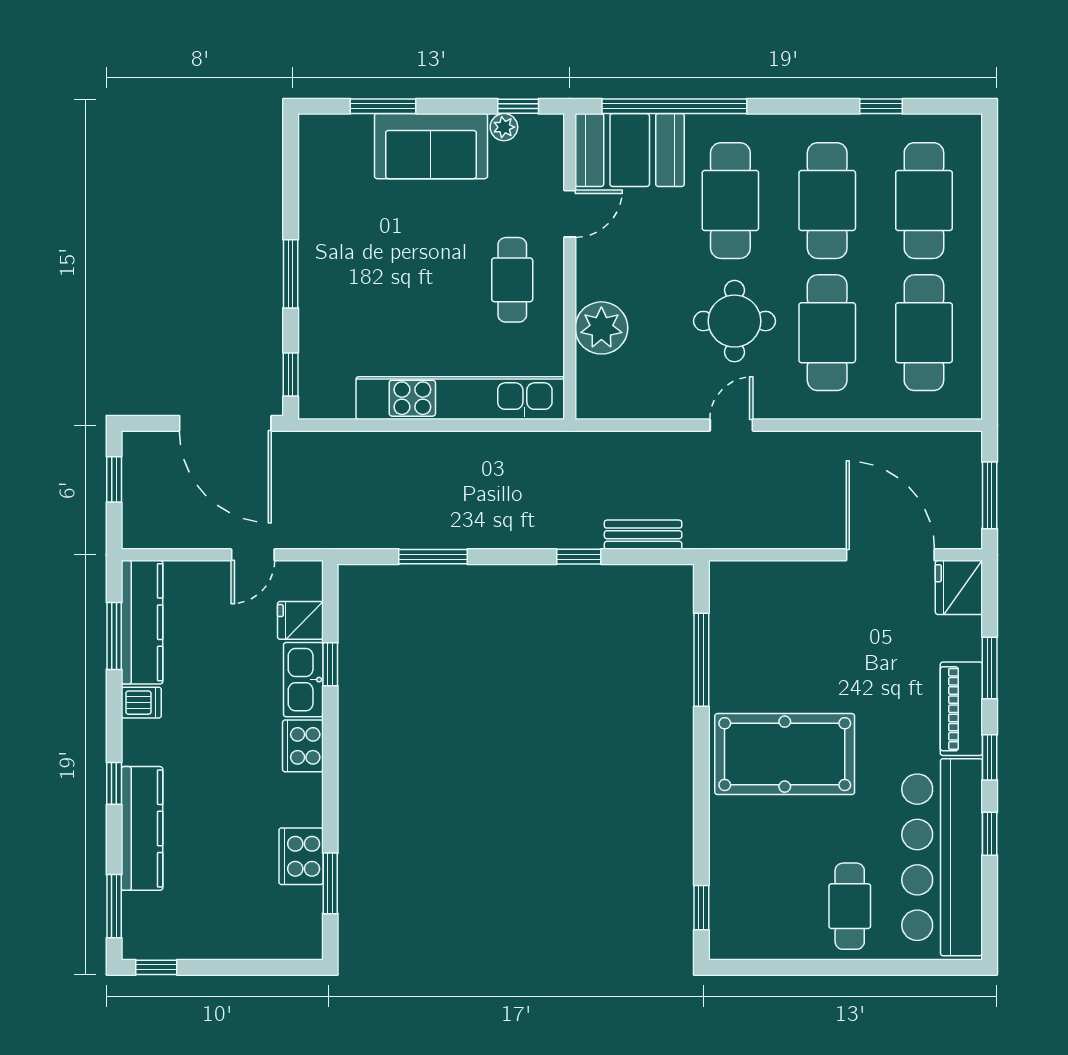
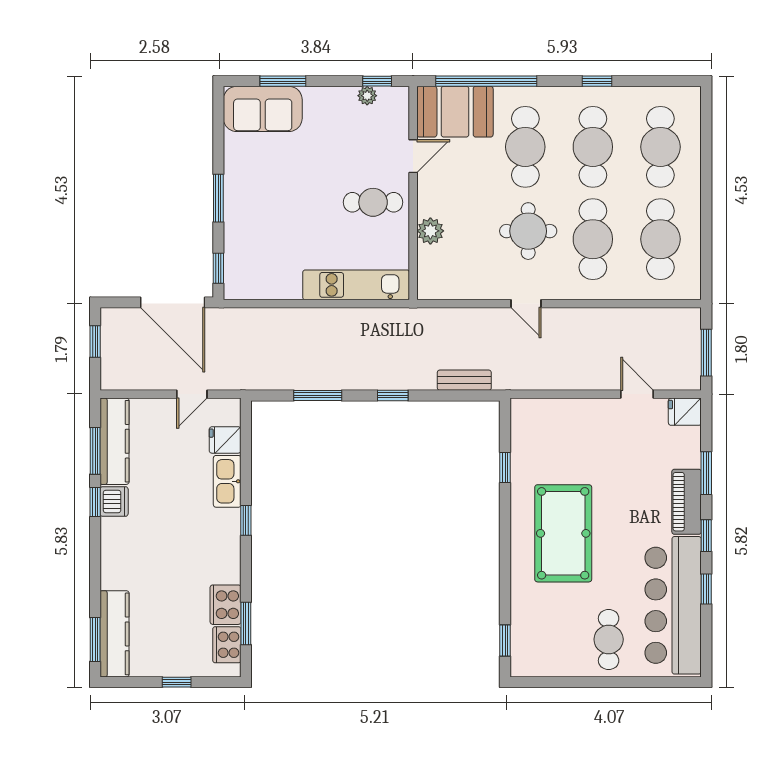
window: (881, 106) -> (597, 81), moved
sofa: (431, 146) -> (263, 109), moved
cafe table: (512, 280) -> (373, 202), turned 90
plant: (601, 328) -> (430, 231), width x0.73, depth x0.73
kitchen unit: (460, 398) -> (356, 285), width x0.73
door: (731, 425) -> (526, 304), swing flipped
door: (890, 555) -> (637, 394), width x0.53
window: (579, 557) -> (393, 395), moved
fridge: (959, 587) -> (685, 412), width x0.72
window: (701, 660) -> (505, 468), width x0.46
window: (330, 664) -> (246, 520), moved
dishwasher: (141, 703) -> (114, 501), width x1.38
cooker: (303, 746) -> (227, 645), moved
pool table: (785, 754) -> (563, 533), turned 90
window: (114, 783) -> (95, 502), moved
kitchen counter: (142, 828) -> (115, 634), moved
window: (156, 967) -> (177, 682), moved

